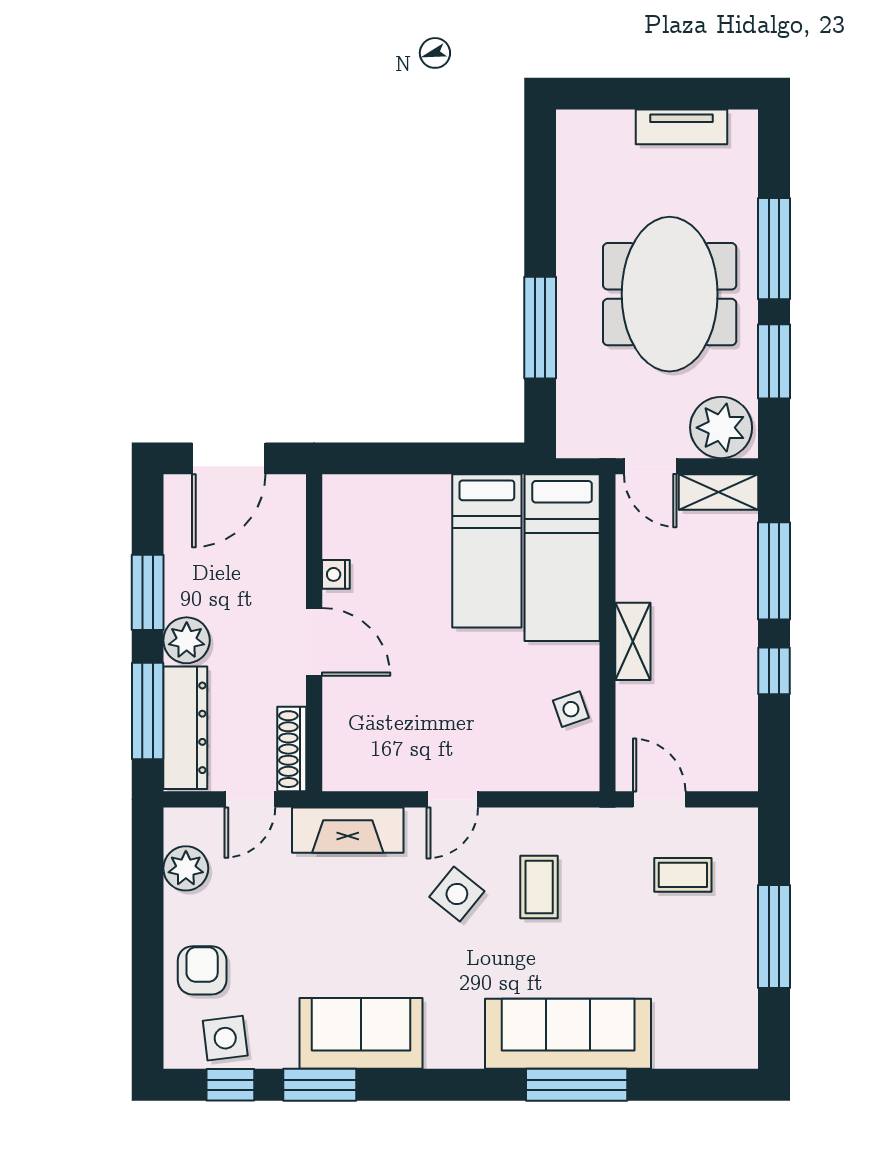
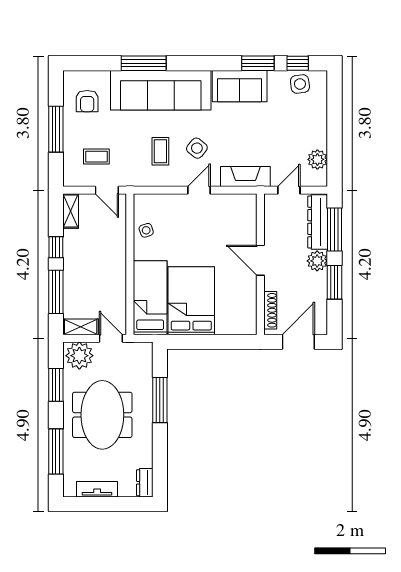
dresser: (574, 142) -> (145, 483), added
window: (774, 249) -> (56, 451), moved
bed: (487, 551) -> (191, 301), width x1.50
nightstand: (336, 574) -> (251, 290), removed
shelving: (633, 641) -> (71, 211), moved
shoe rack: (292, 749) -> (270, 310), moved
armchair: (202, 970) -> (87, 101), moved
sofa: (568, 1034) -> (161, 90), width x1.36, depth x1.27

